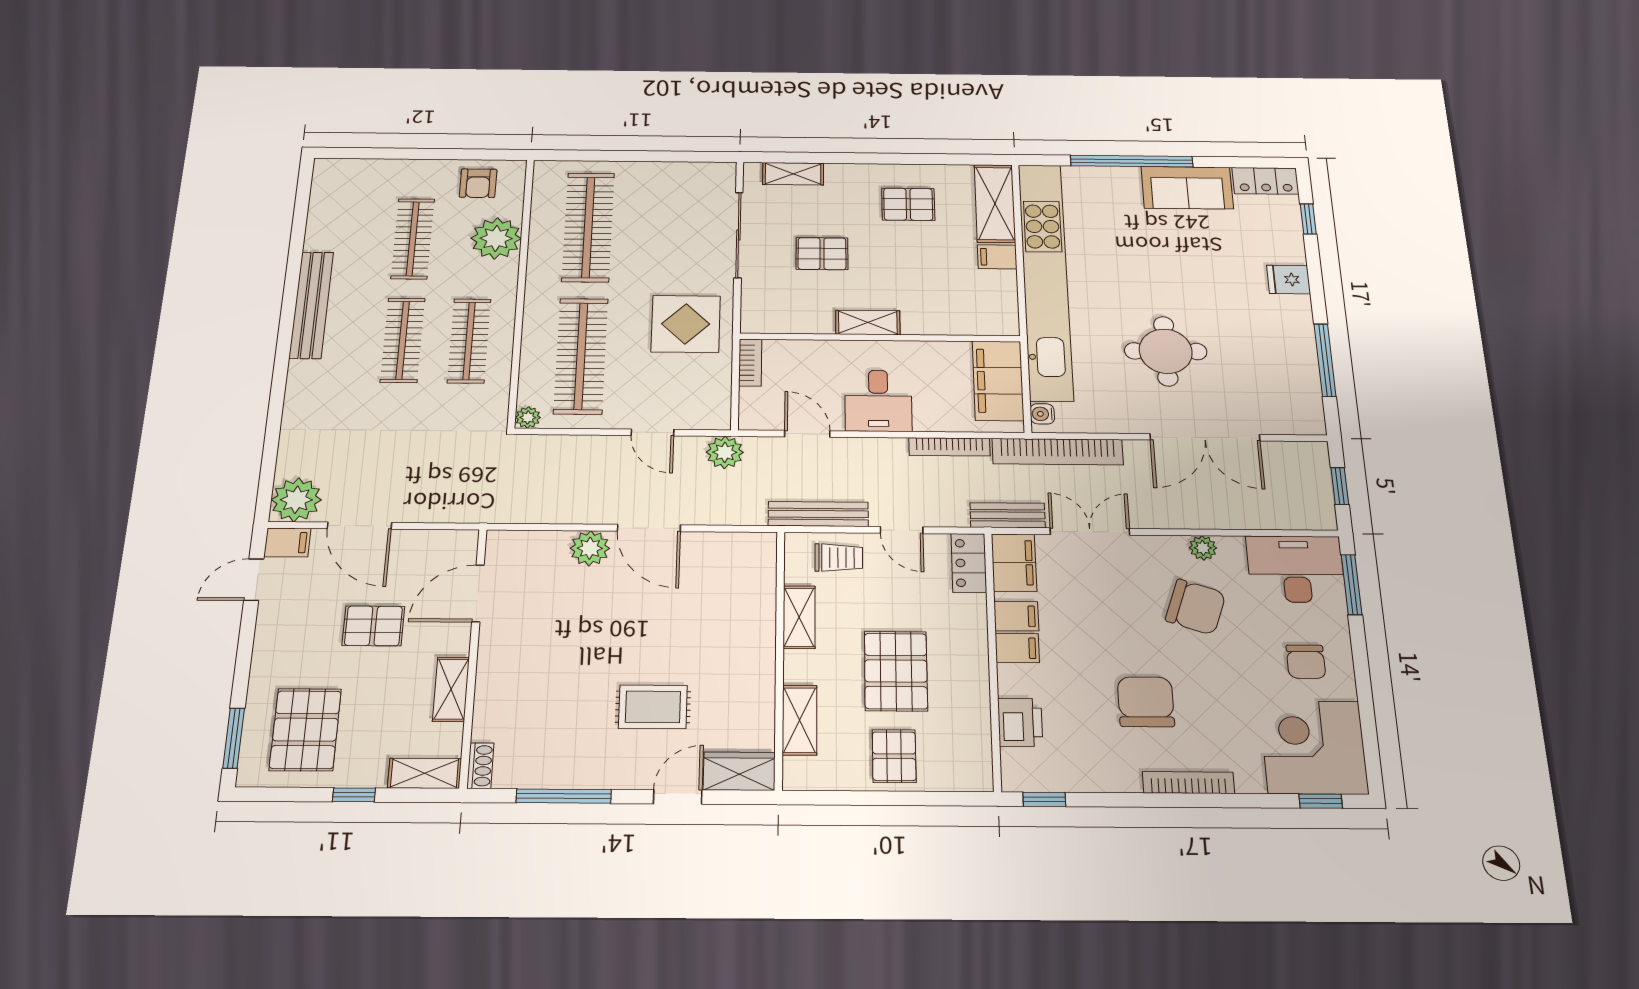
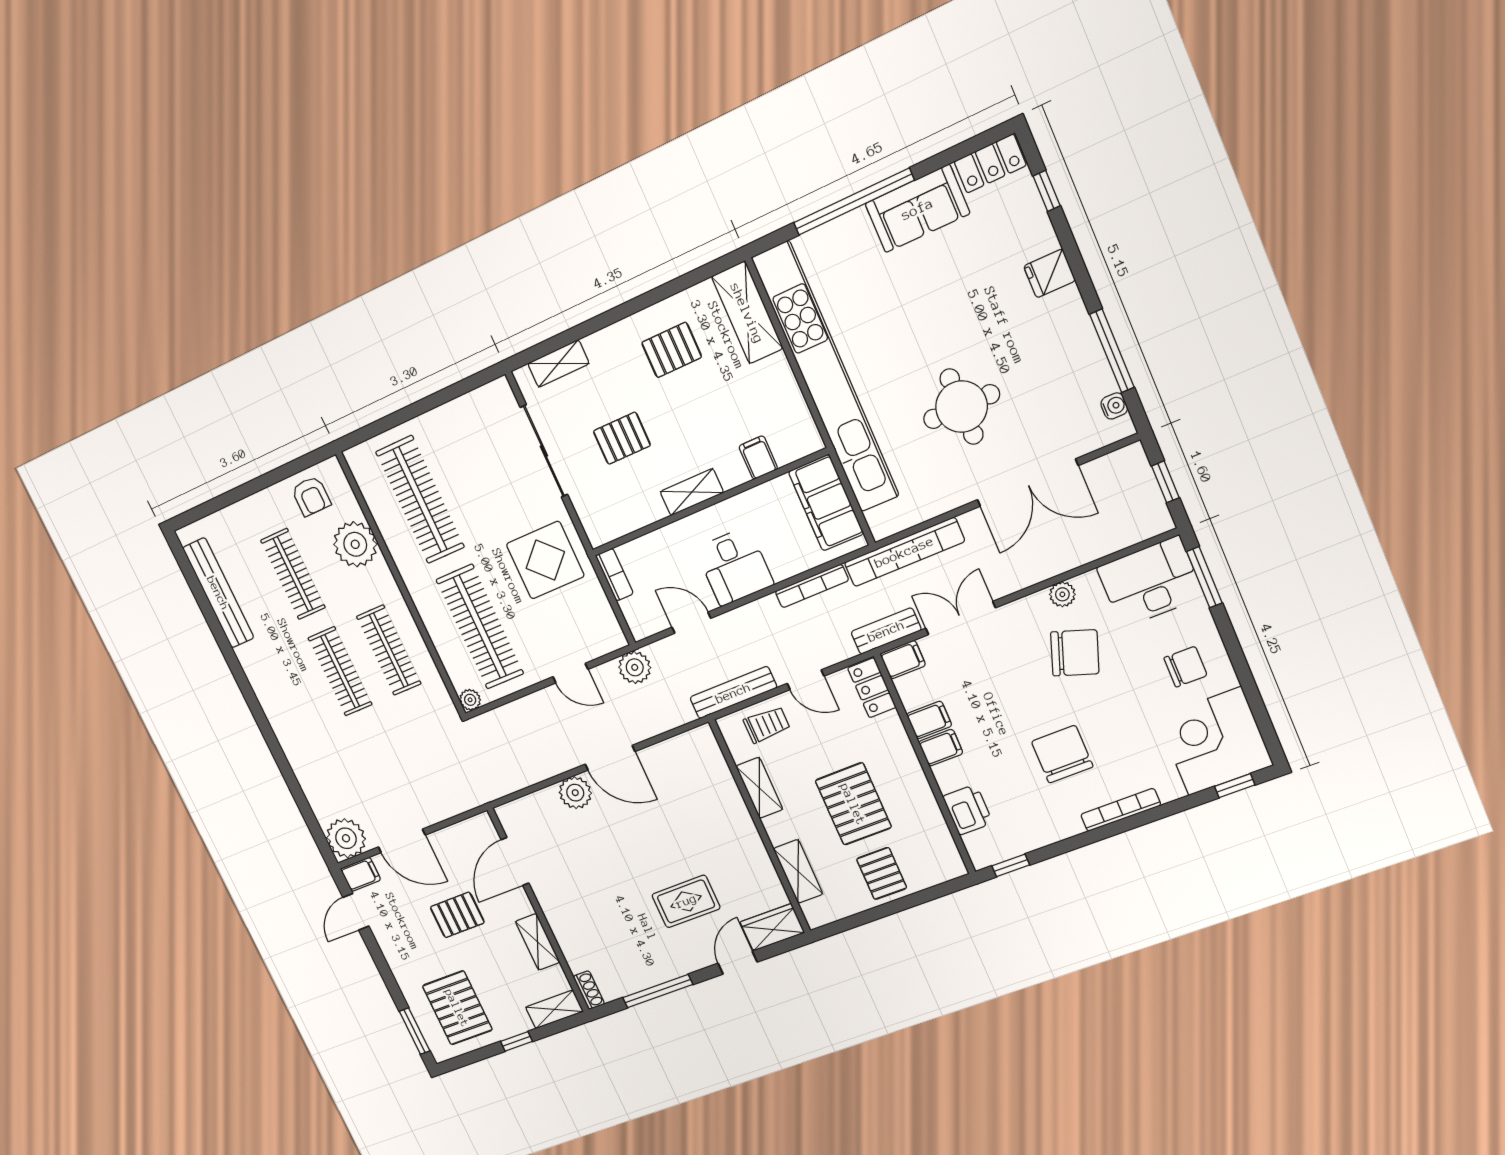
filing cabinet: (997, 257) -> (758, 458), moved, turned 90
bench: (311, 305) -> (218, 593), moved
water cooler: (1042, 414) -> (1114, 406), moved, turned 180
filing cabinet: (1014, 563) -> (903, 660), width x0.50
chair: (1306, 662) -> (1186, 667), turned -90

